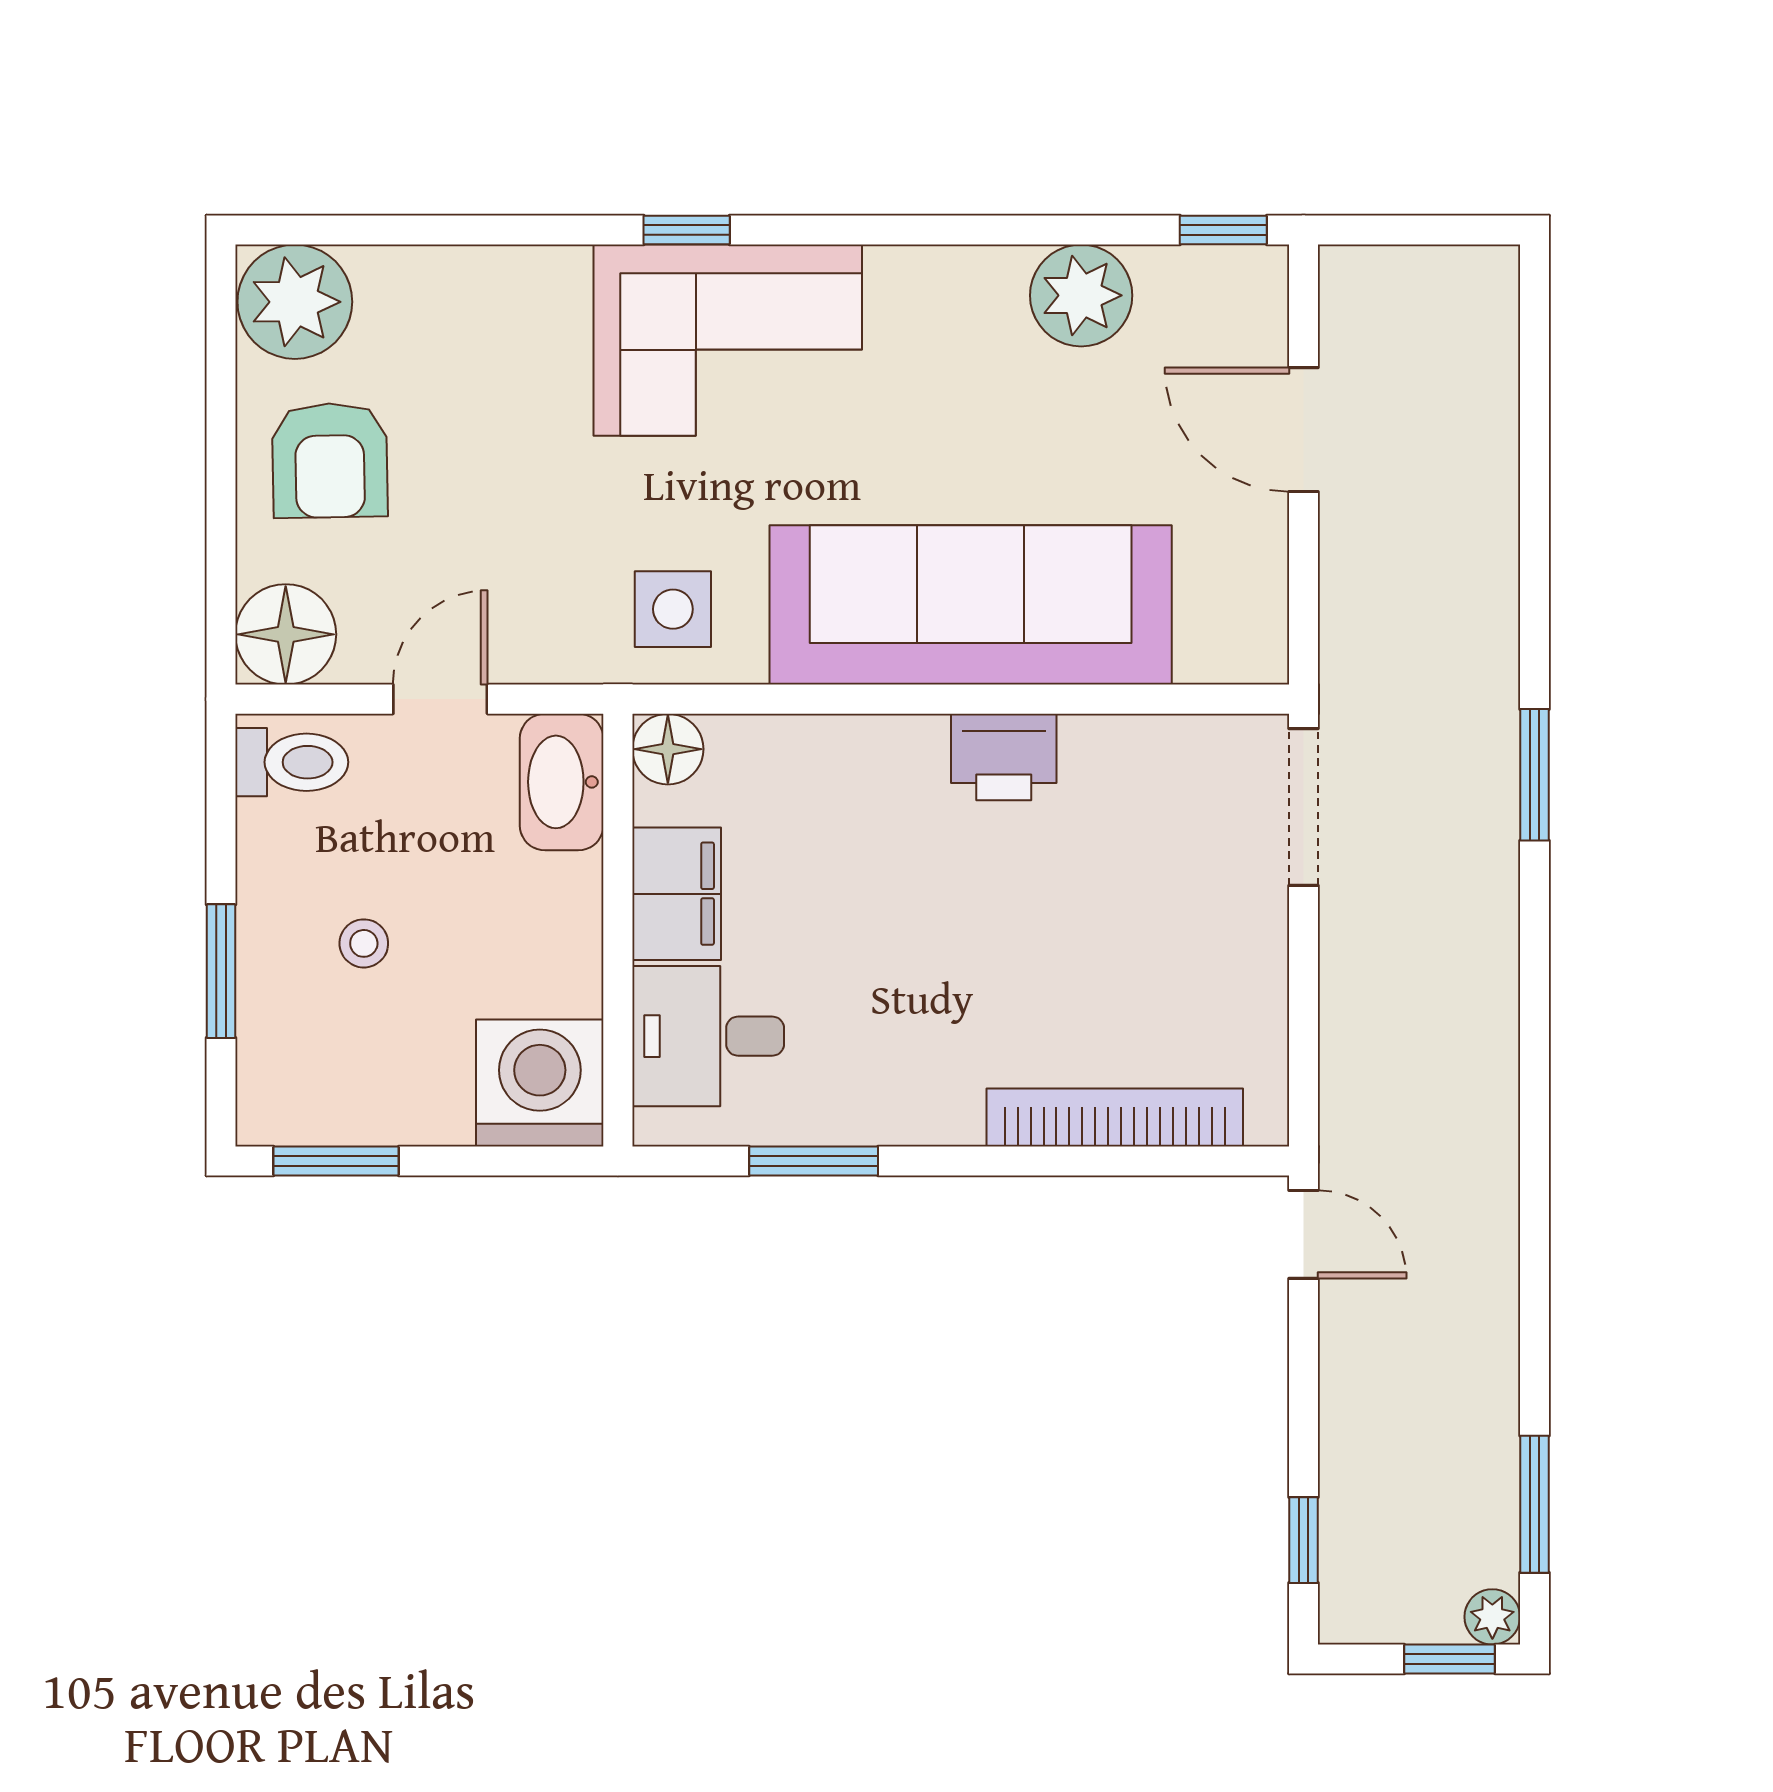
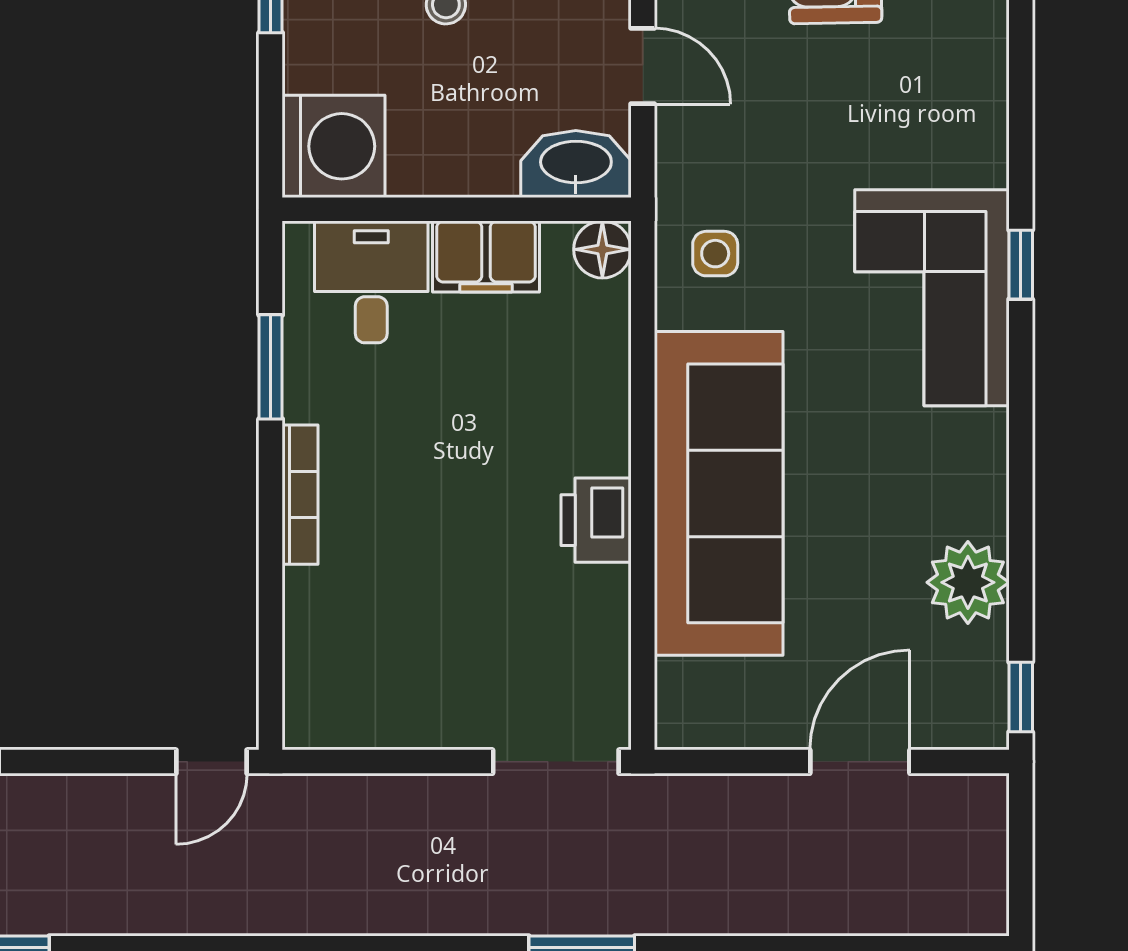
side table: (673, 609) -> (715, 254), width x0.73, depth x0.73
bookcase: (1115, 1118) -> (300, 495), moved, width x0.68, depth x0.76

